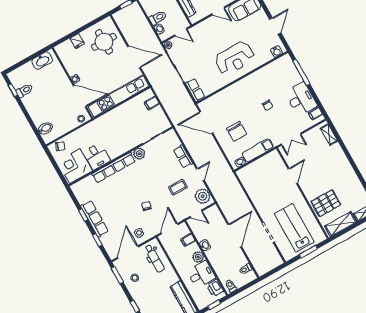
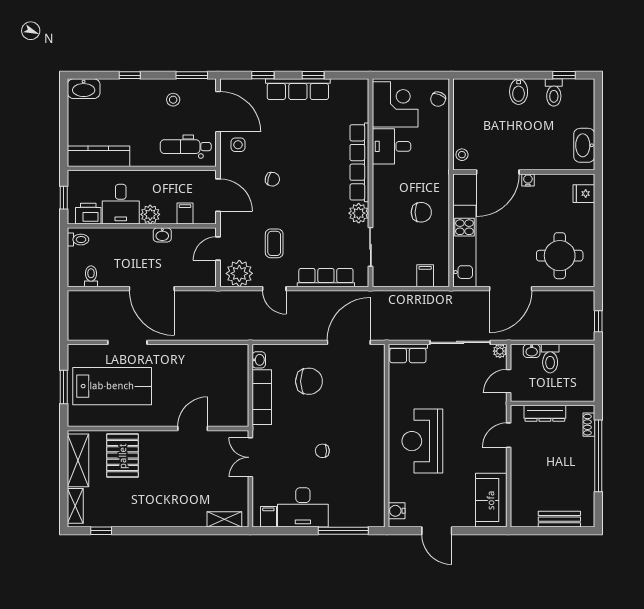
door: (218, 11) -> (509, 435), moved
fridge: (77, 41) -> (584, 194), moved
kitchen unit: (118, 96) -> (464, 246), width x0.73
chair: (121, 123) -> (421, 212), added
bidet: (45, 128) -> (519, 92), moved
chair: (237, 131) -> (309, 381), turned 180
row of seats: (183, 157) -> (326, 278), width x1.48
door: (293, 176) -> (193, 428), swing flipped

